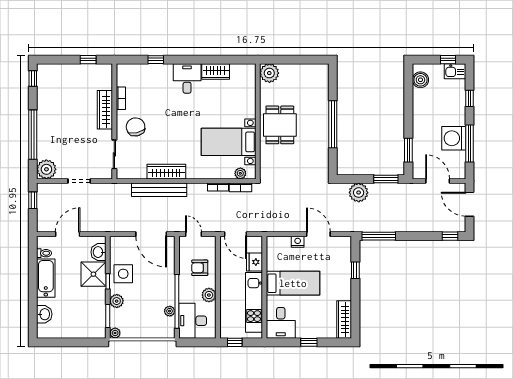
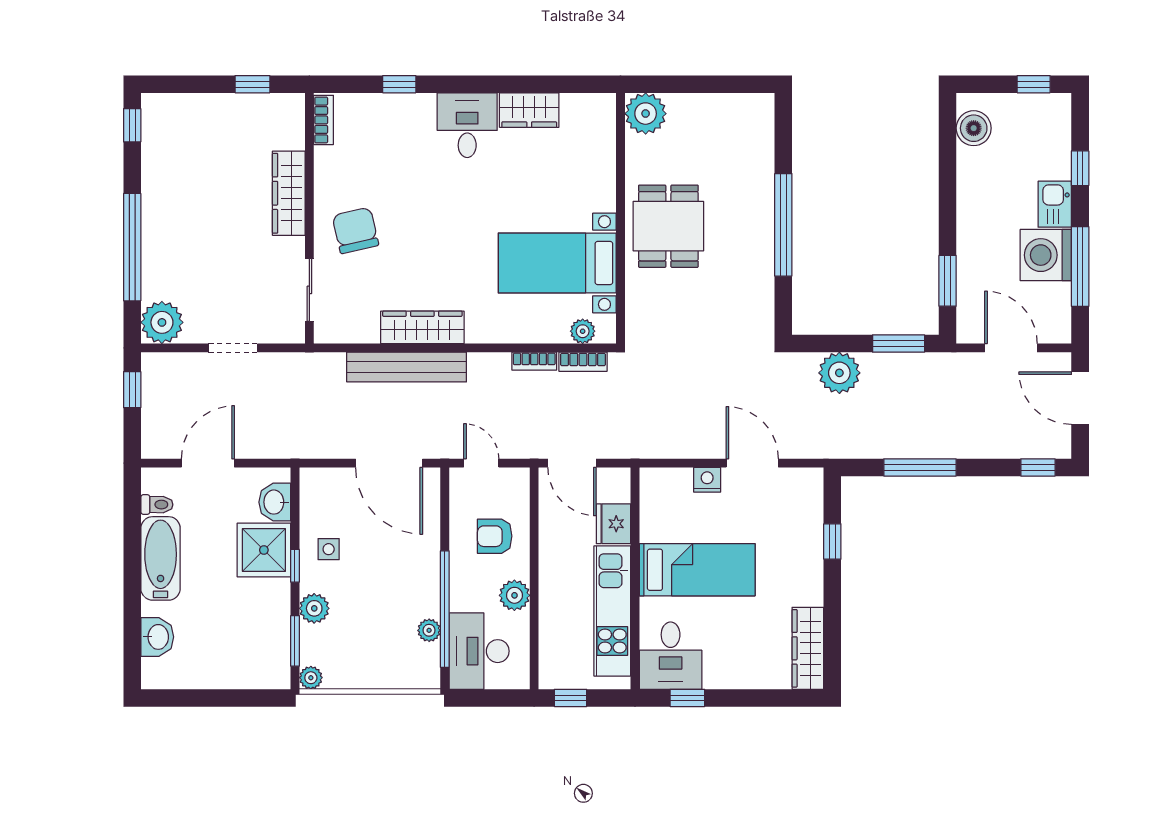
kitchen sink: (455, 71) -> (1055, 204), moved, turned 90
bookcase: (121, 98) -> (324, 120), moved
window: (379, 236) -> (920, 467), moved
side table: (123, 274) -> (329, 549), width x0.54, depth x0.54
window: (309, 342) -> (687, 698), moved

